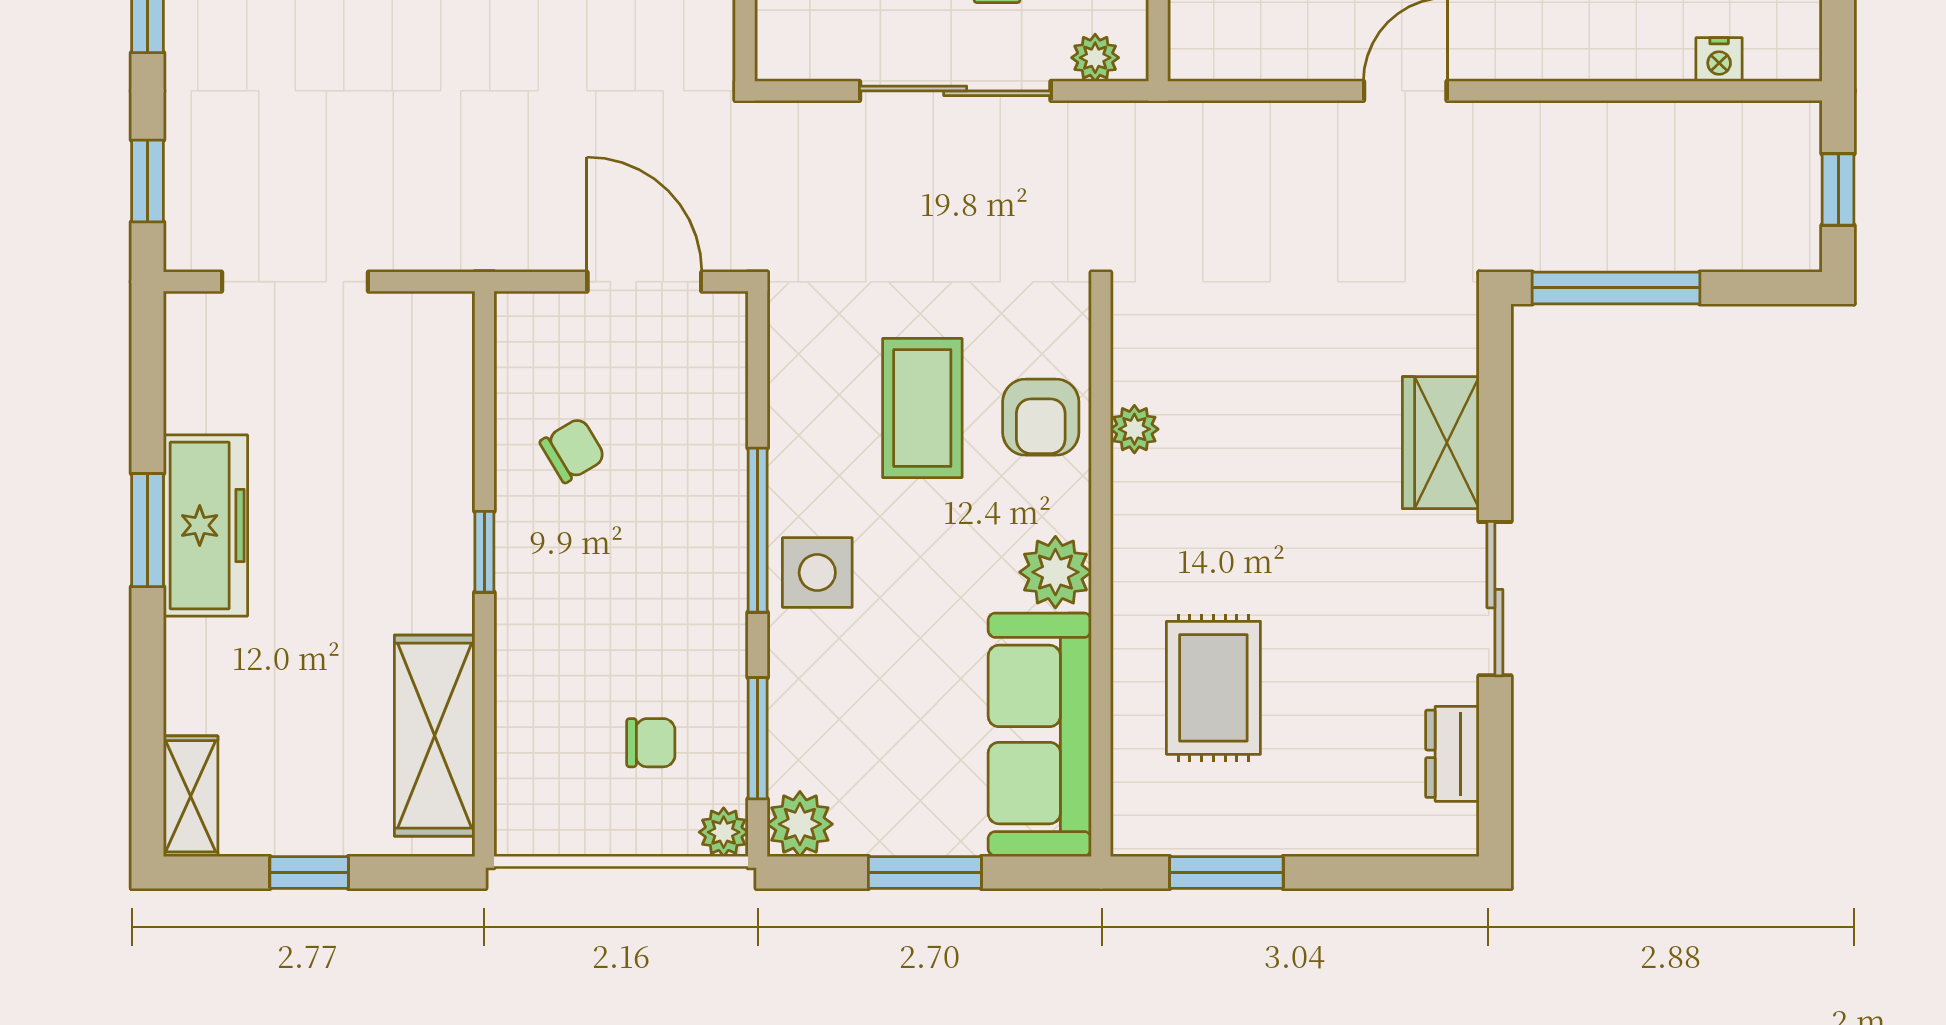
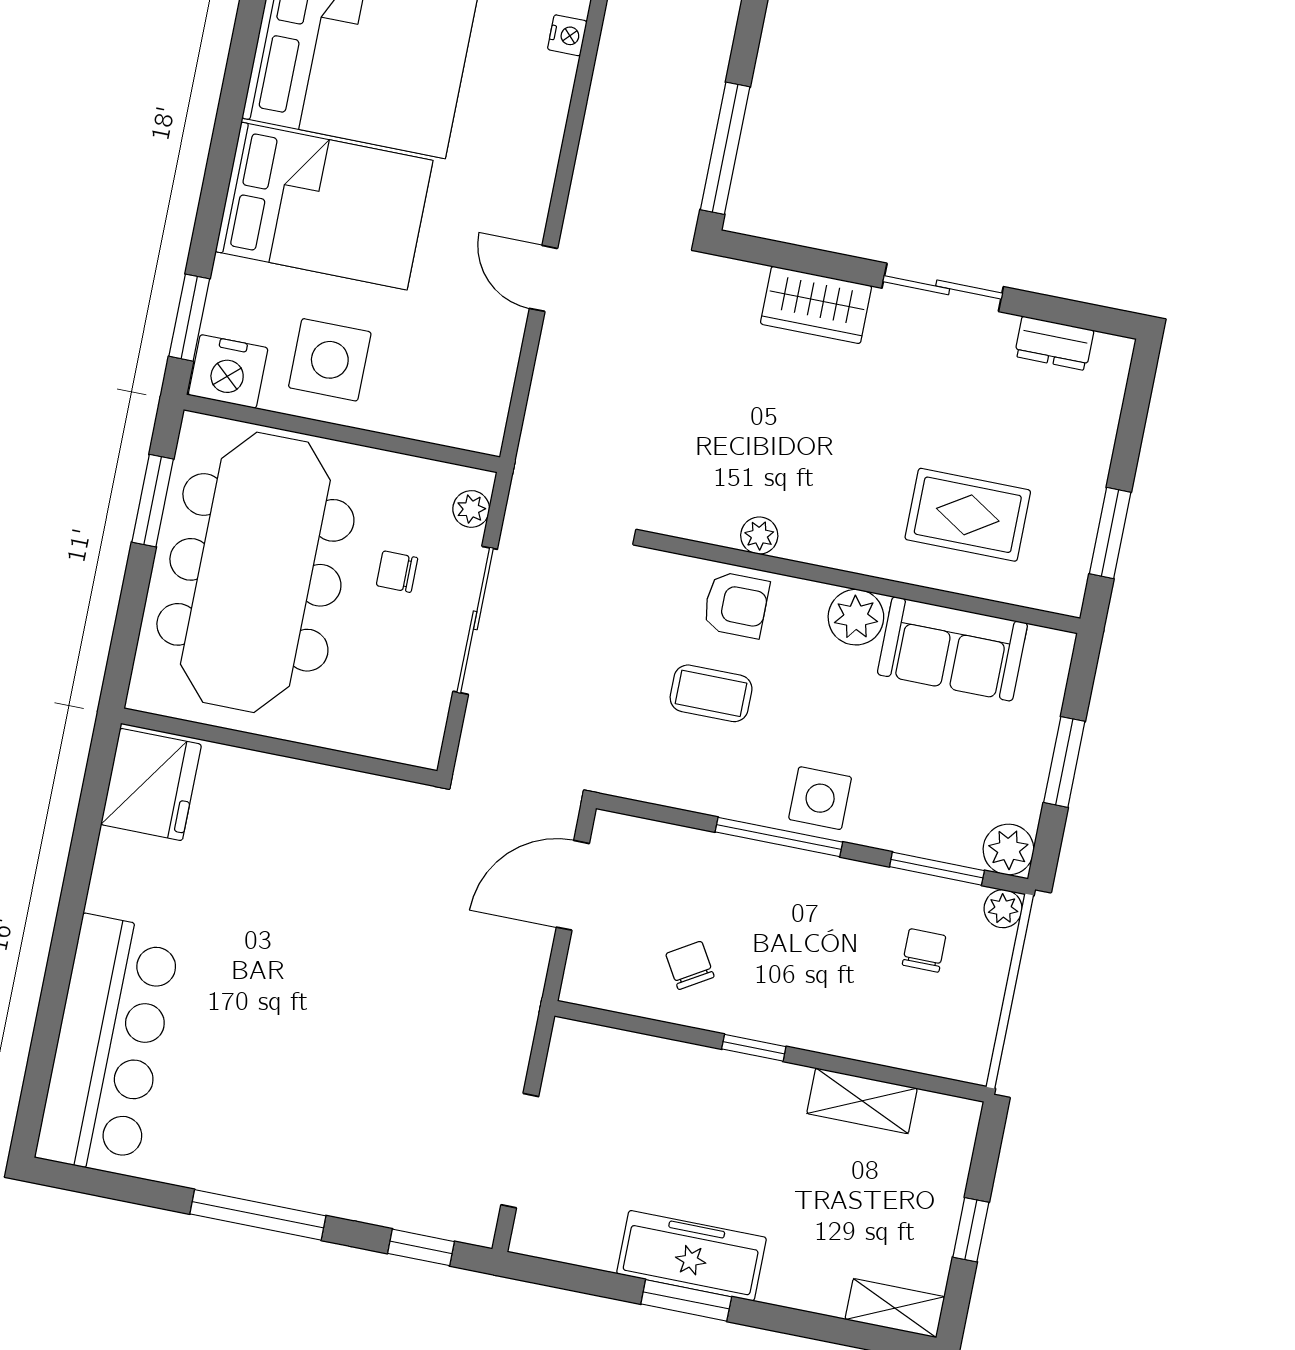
coffee table: (922, 408) -> (711, 693), width x0.73, depth x0.77
sofa: (1040, 734) -> (952, 649), width x0.73
shelving: (435, 736) -> (862, 1101), width x0.67, depth x0.75

